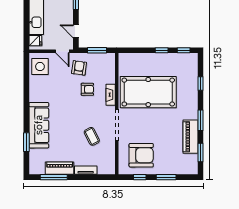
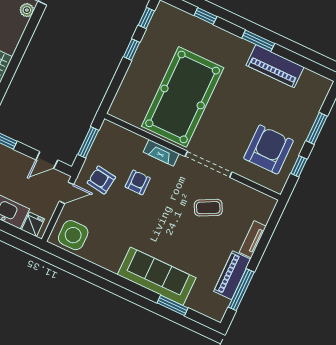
window: (201, 153) -> (305, 62), removed

